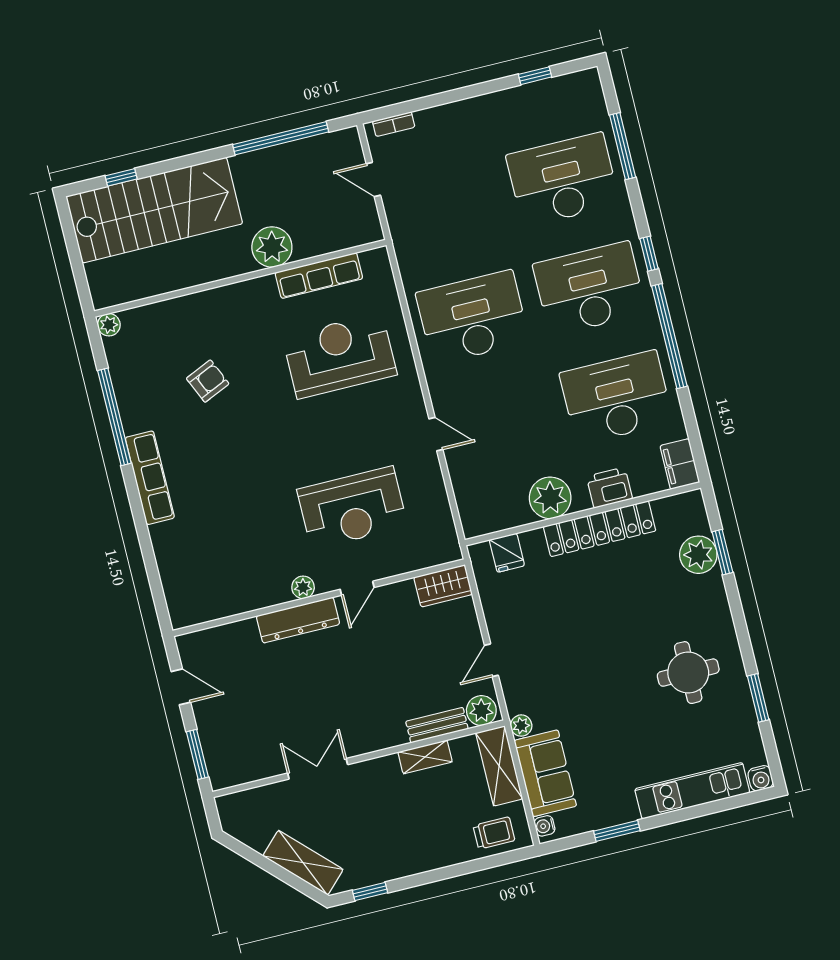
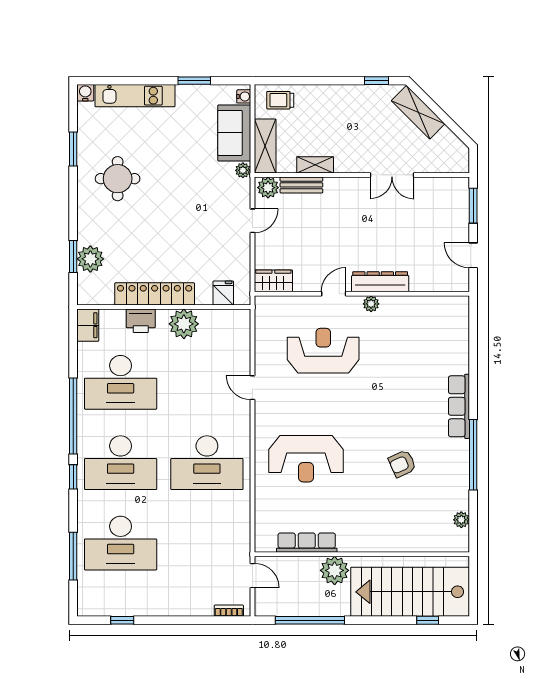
plant: (272, 247) -> (335, 570), moved
row of seats: (319, 276) -> (307, 543), moved
wall: (240, 278) -> (362, 554), moved

